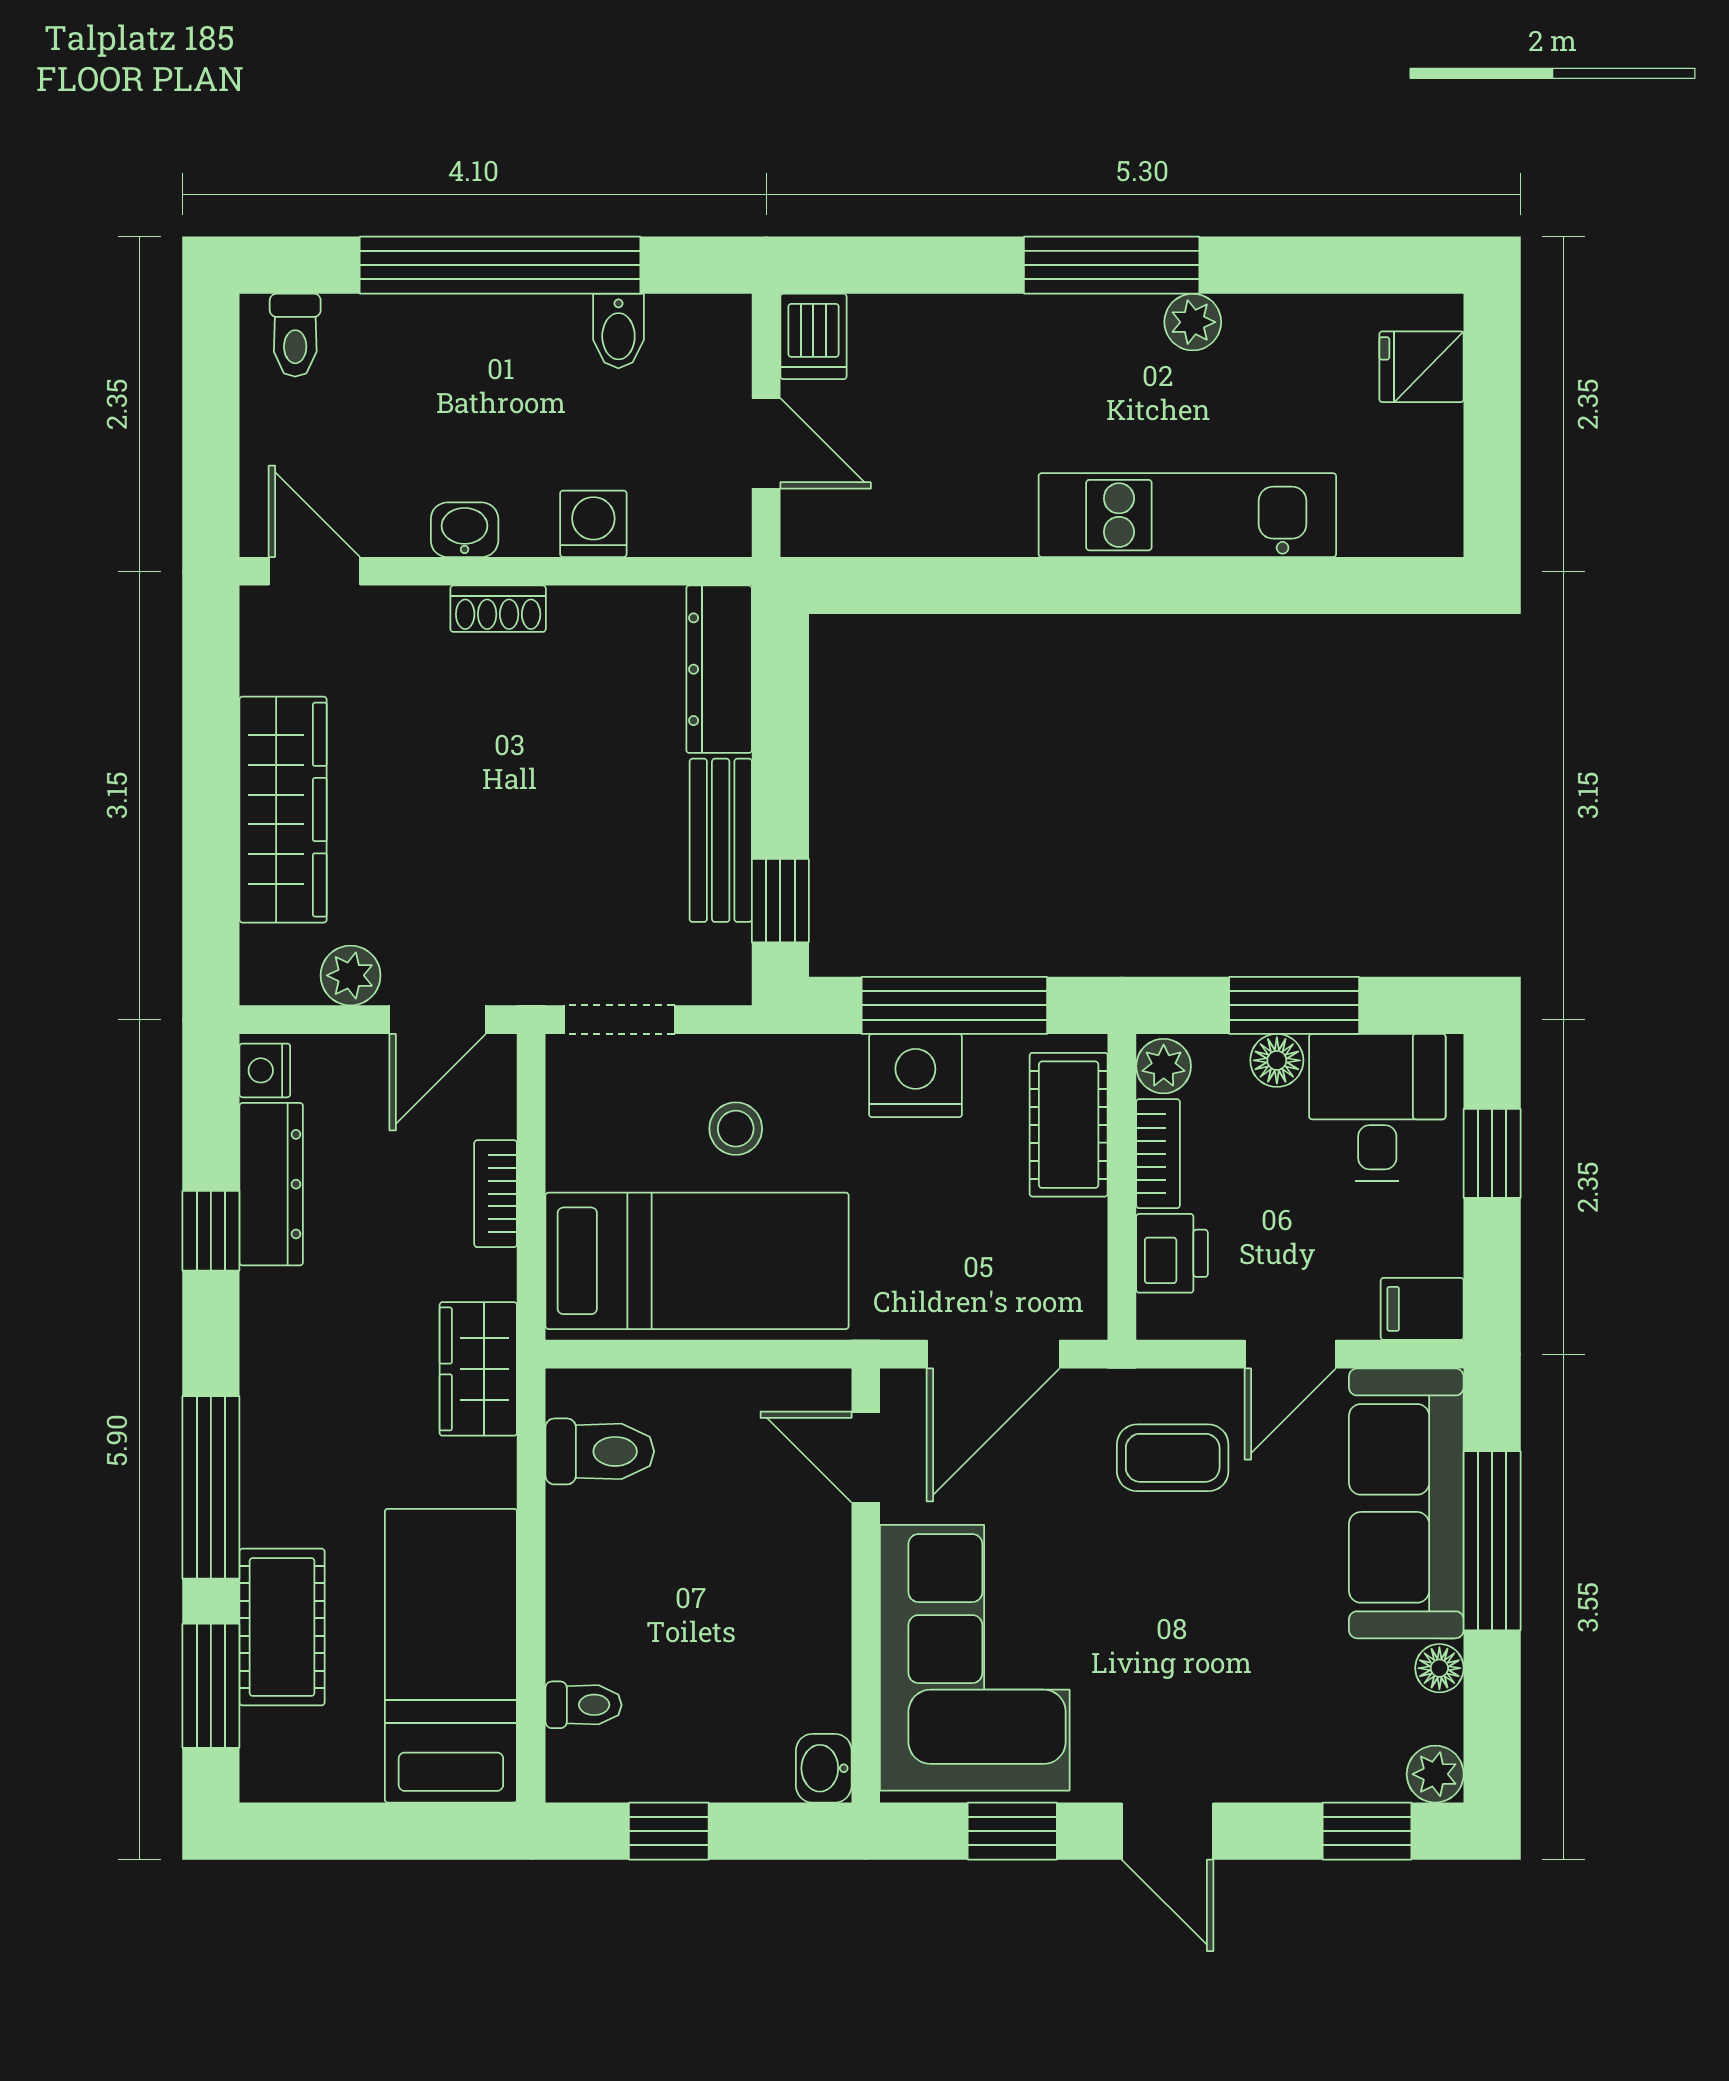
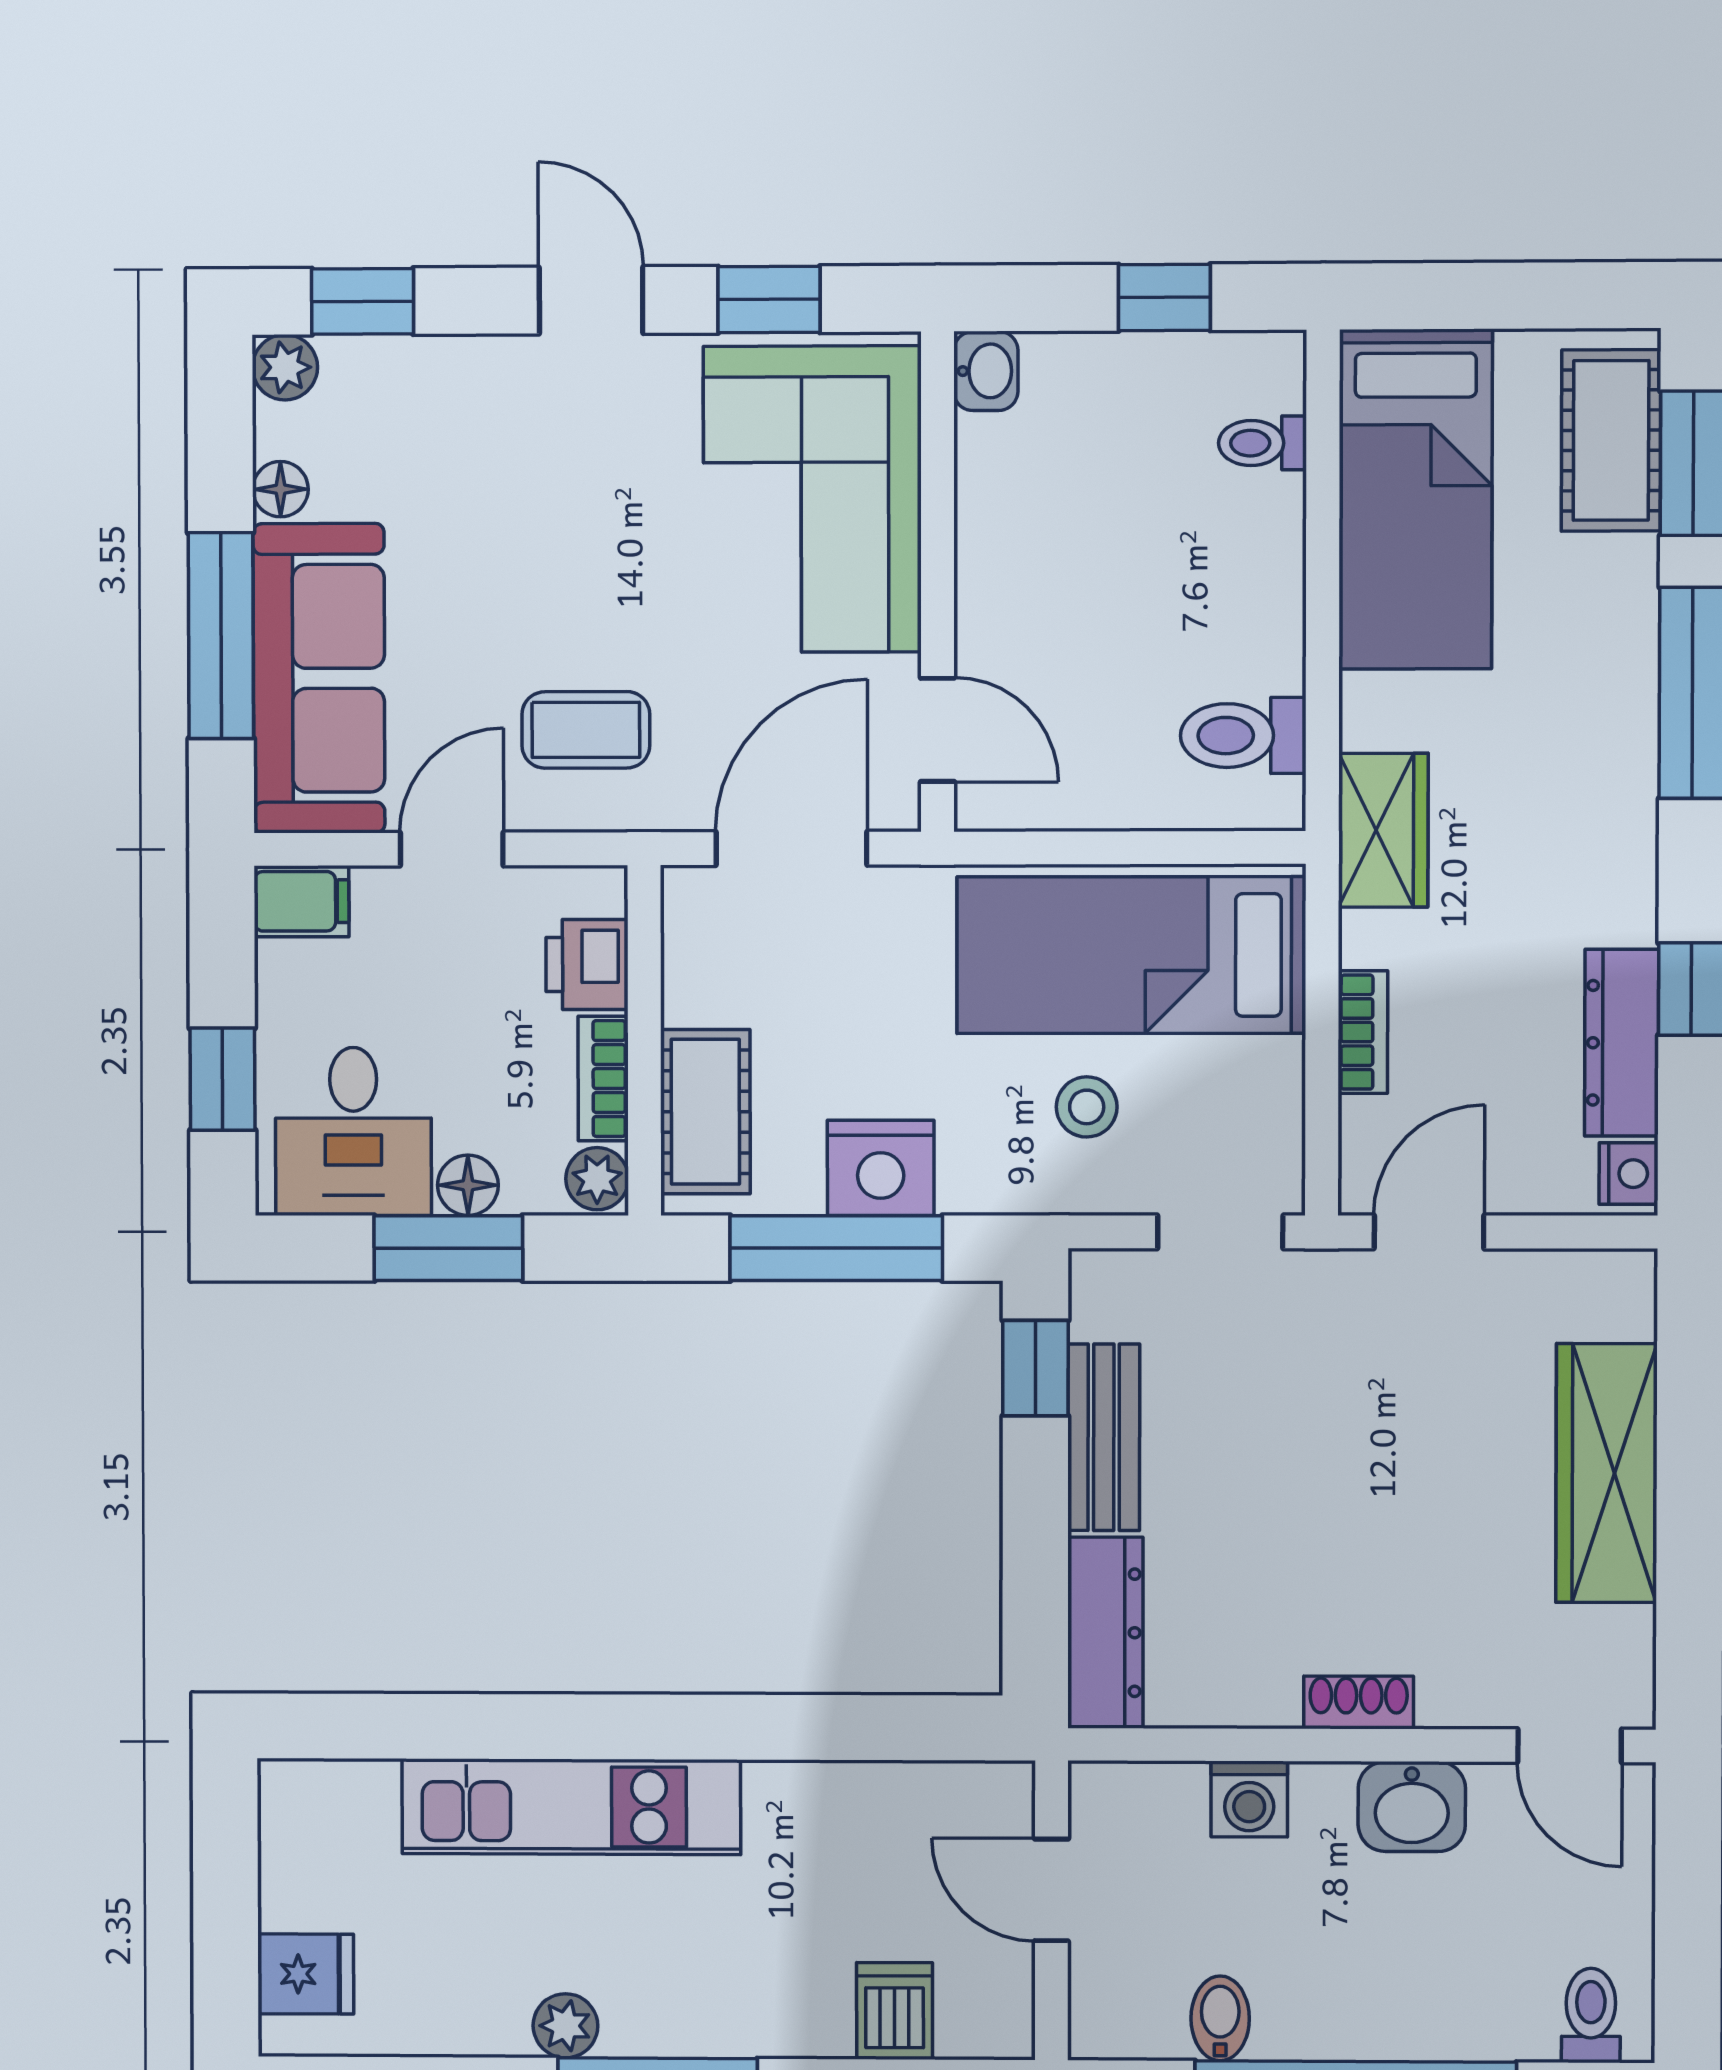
dishwasher: (813, 336) -> (895, 2011), moved
washbasin: (465, 530) -> (1412, 1807), width x1.38, depth x1.45
plant: (351, 975) -> (1529, 1283), removed
cot: (282, 1627) -> (1611, 440), moved

